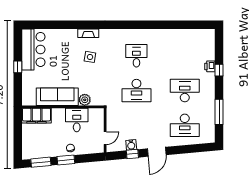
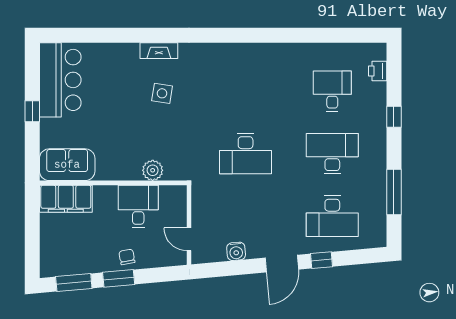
desk: (136, 56) -> (332, 91), moved
printer: (210, 66) -> (378, 71), moved
sofa: (57, 97) -> (67, 165), moved, width x0.73
door: (105, 138) -> (189, 239), swing flipped
window: (132, 154) -> (321, 260), moved

